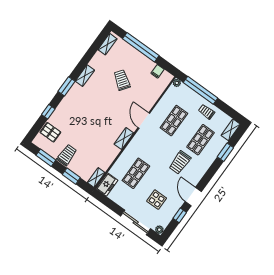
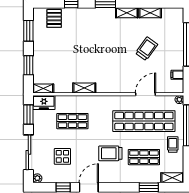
shelving: (108, 44) -> (150, 13), moved
door: (144, 121) -> (146, 94), moved
shop shelf: (174, 121) -> (144, 121), width x2.00, depth x1.36
shelving: (124, 138) -> (84, 88), moved
trolley: (67, 155) -> (44, 48), removed
window: (108, 202) -> (28, 115), added

